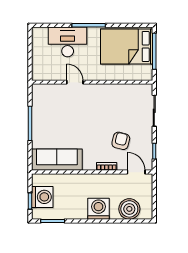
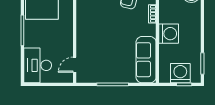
desk: (68, 42) -> (38, 65), moved
door: (75, 82) -> (75, 65), moved
washing machine: (98, 209) -> (169, 34), moved, turned 180

